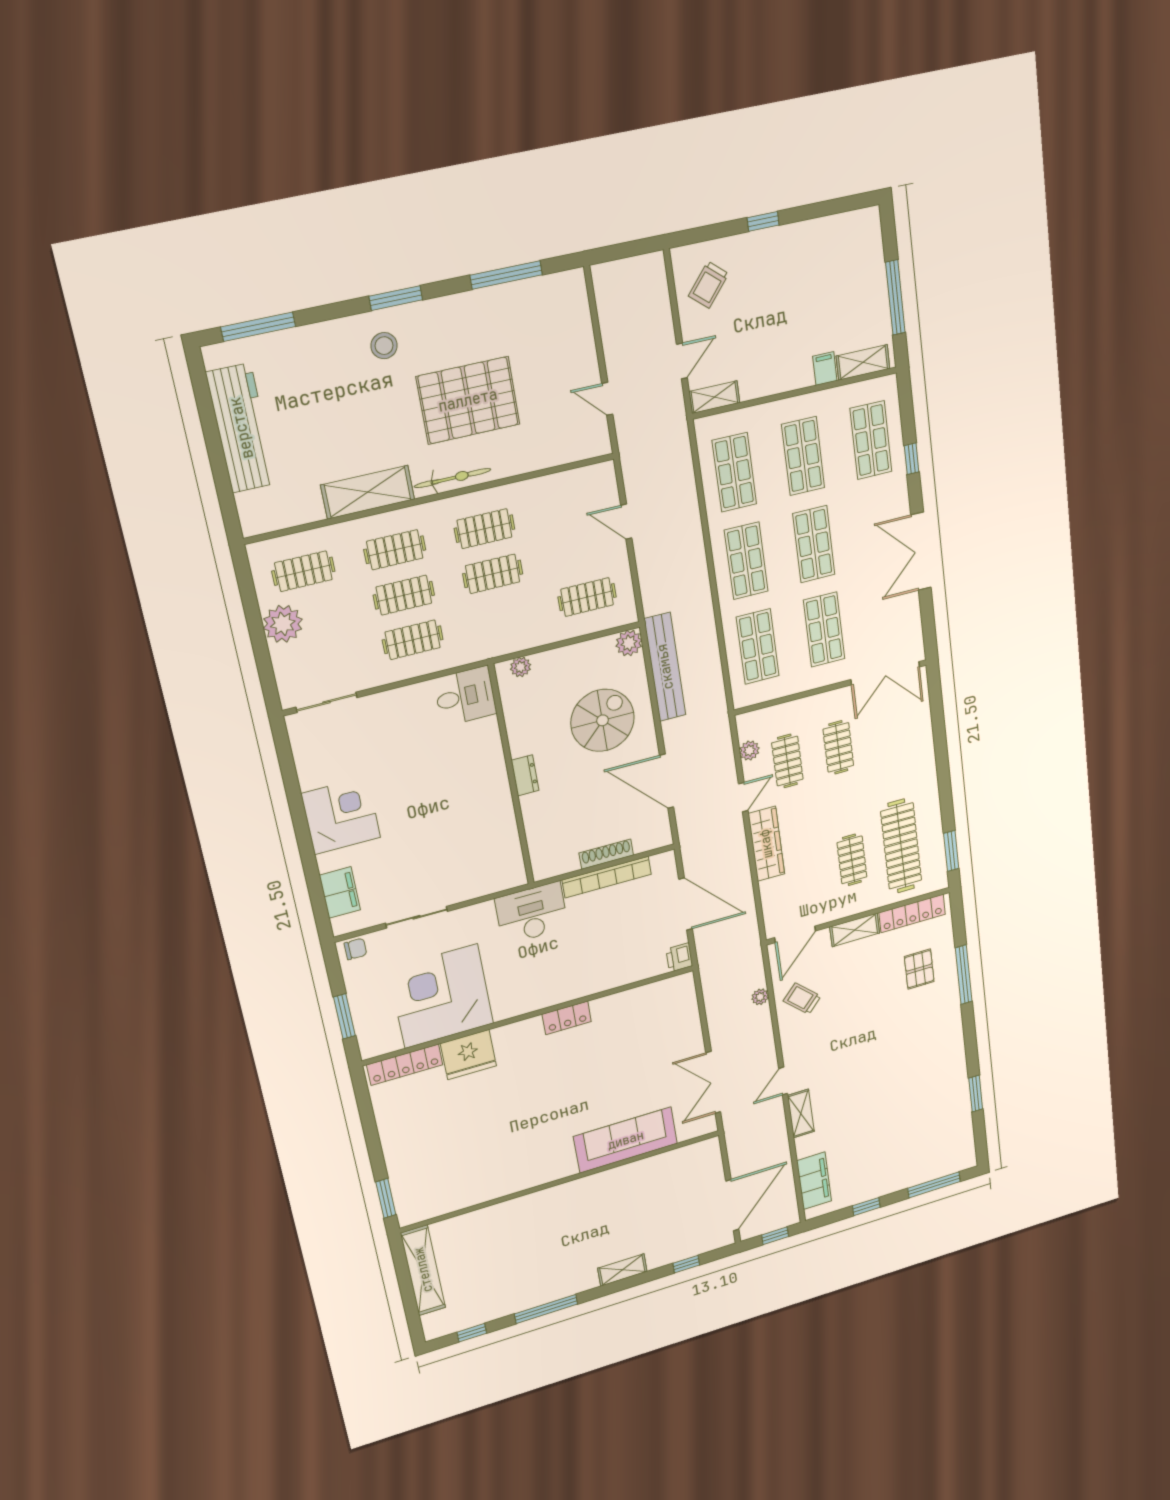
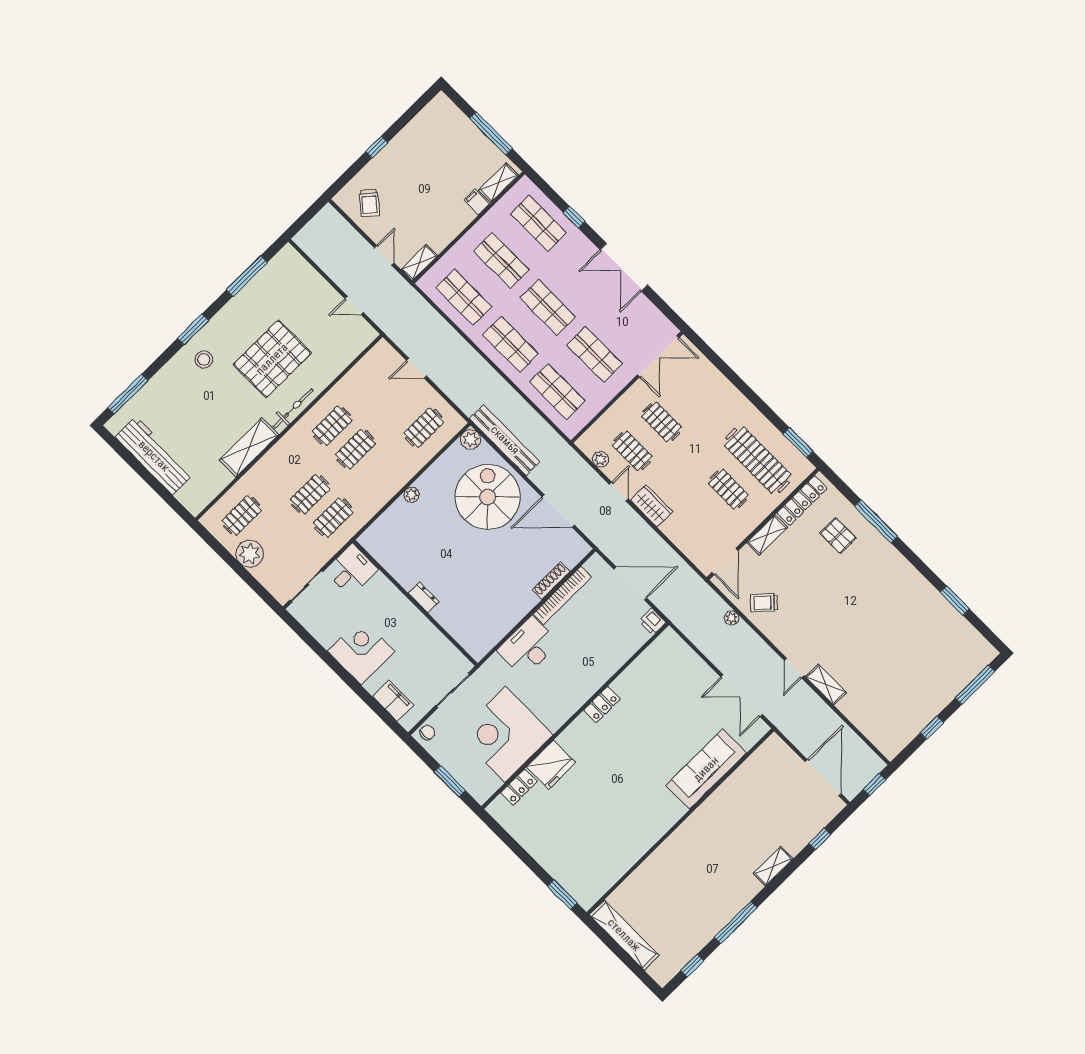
clothes rail: (395, 550) -> (287, 471), removed
desk: (465, 696) -> (351, 570), moved
spiral stairs: (603, 720) -> (488, 497), width x1.37, depth x1.37
dresser: (525, 775) -> (424, 597), moved
wall: (511, 776) -> (415, 603), moved
wardrobe: (766, 844) -> (651, 506), width x0.67
locker: (405, 1065) -> (519, 787), width x0.66
filing cabinet: (814, 1181) -> (874, 729), removed

